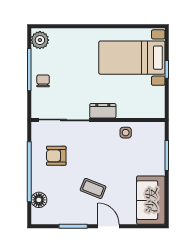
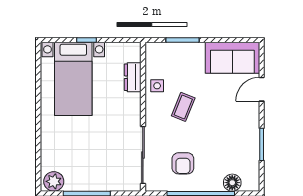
chair: (43, 81) -> (99, 178), removed
dresser: (103, 111) -> (133, 77), moved
coffee table: (93, 188) -> (183, 107), moved
door: (109, 226) -> (262, 89), moved

